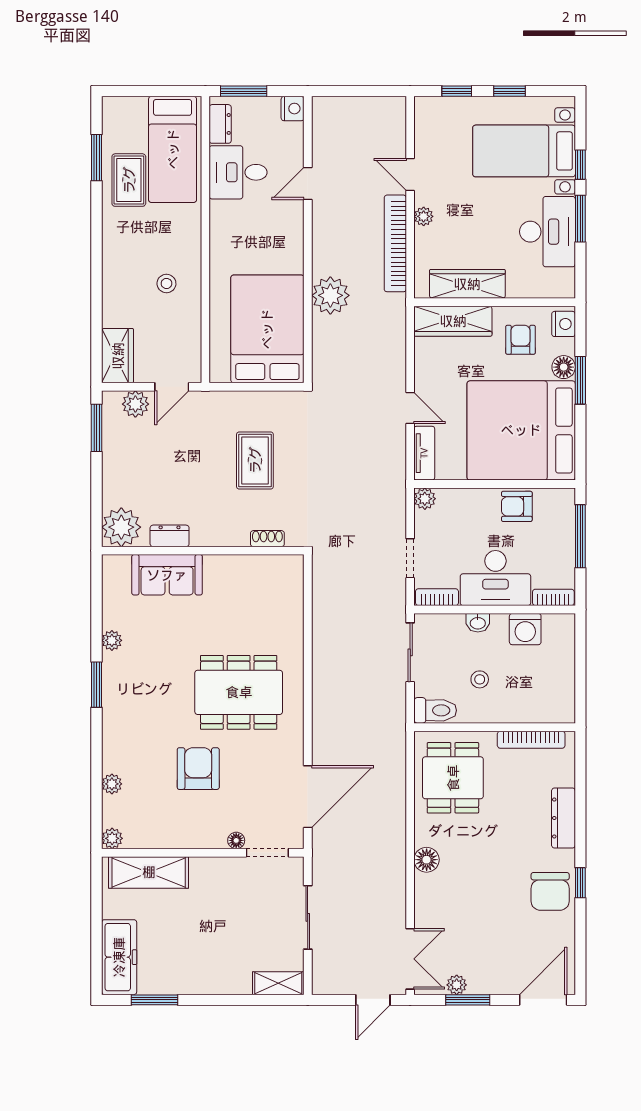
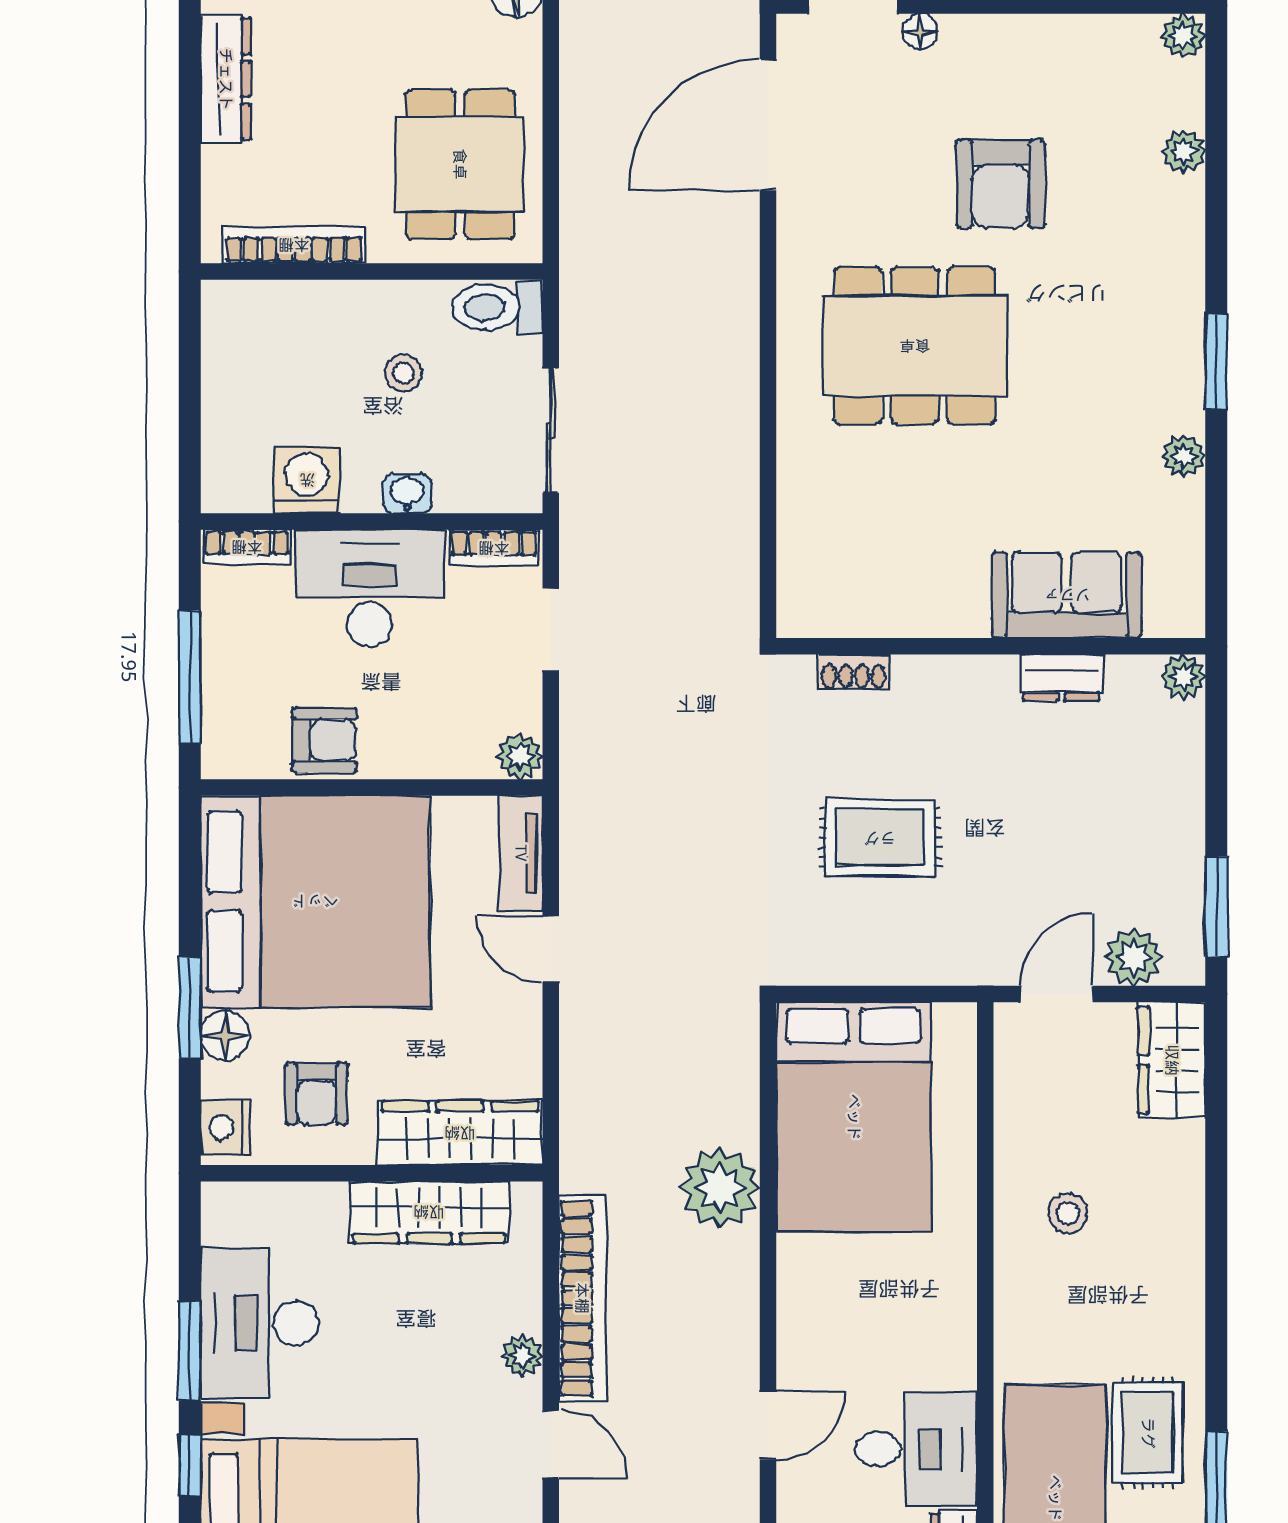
rug: (255, 460) -> (880, 838), turned 90
plant: (121, 527) -> (1183, 677), width x0.53, depth x0.53

